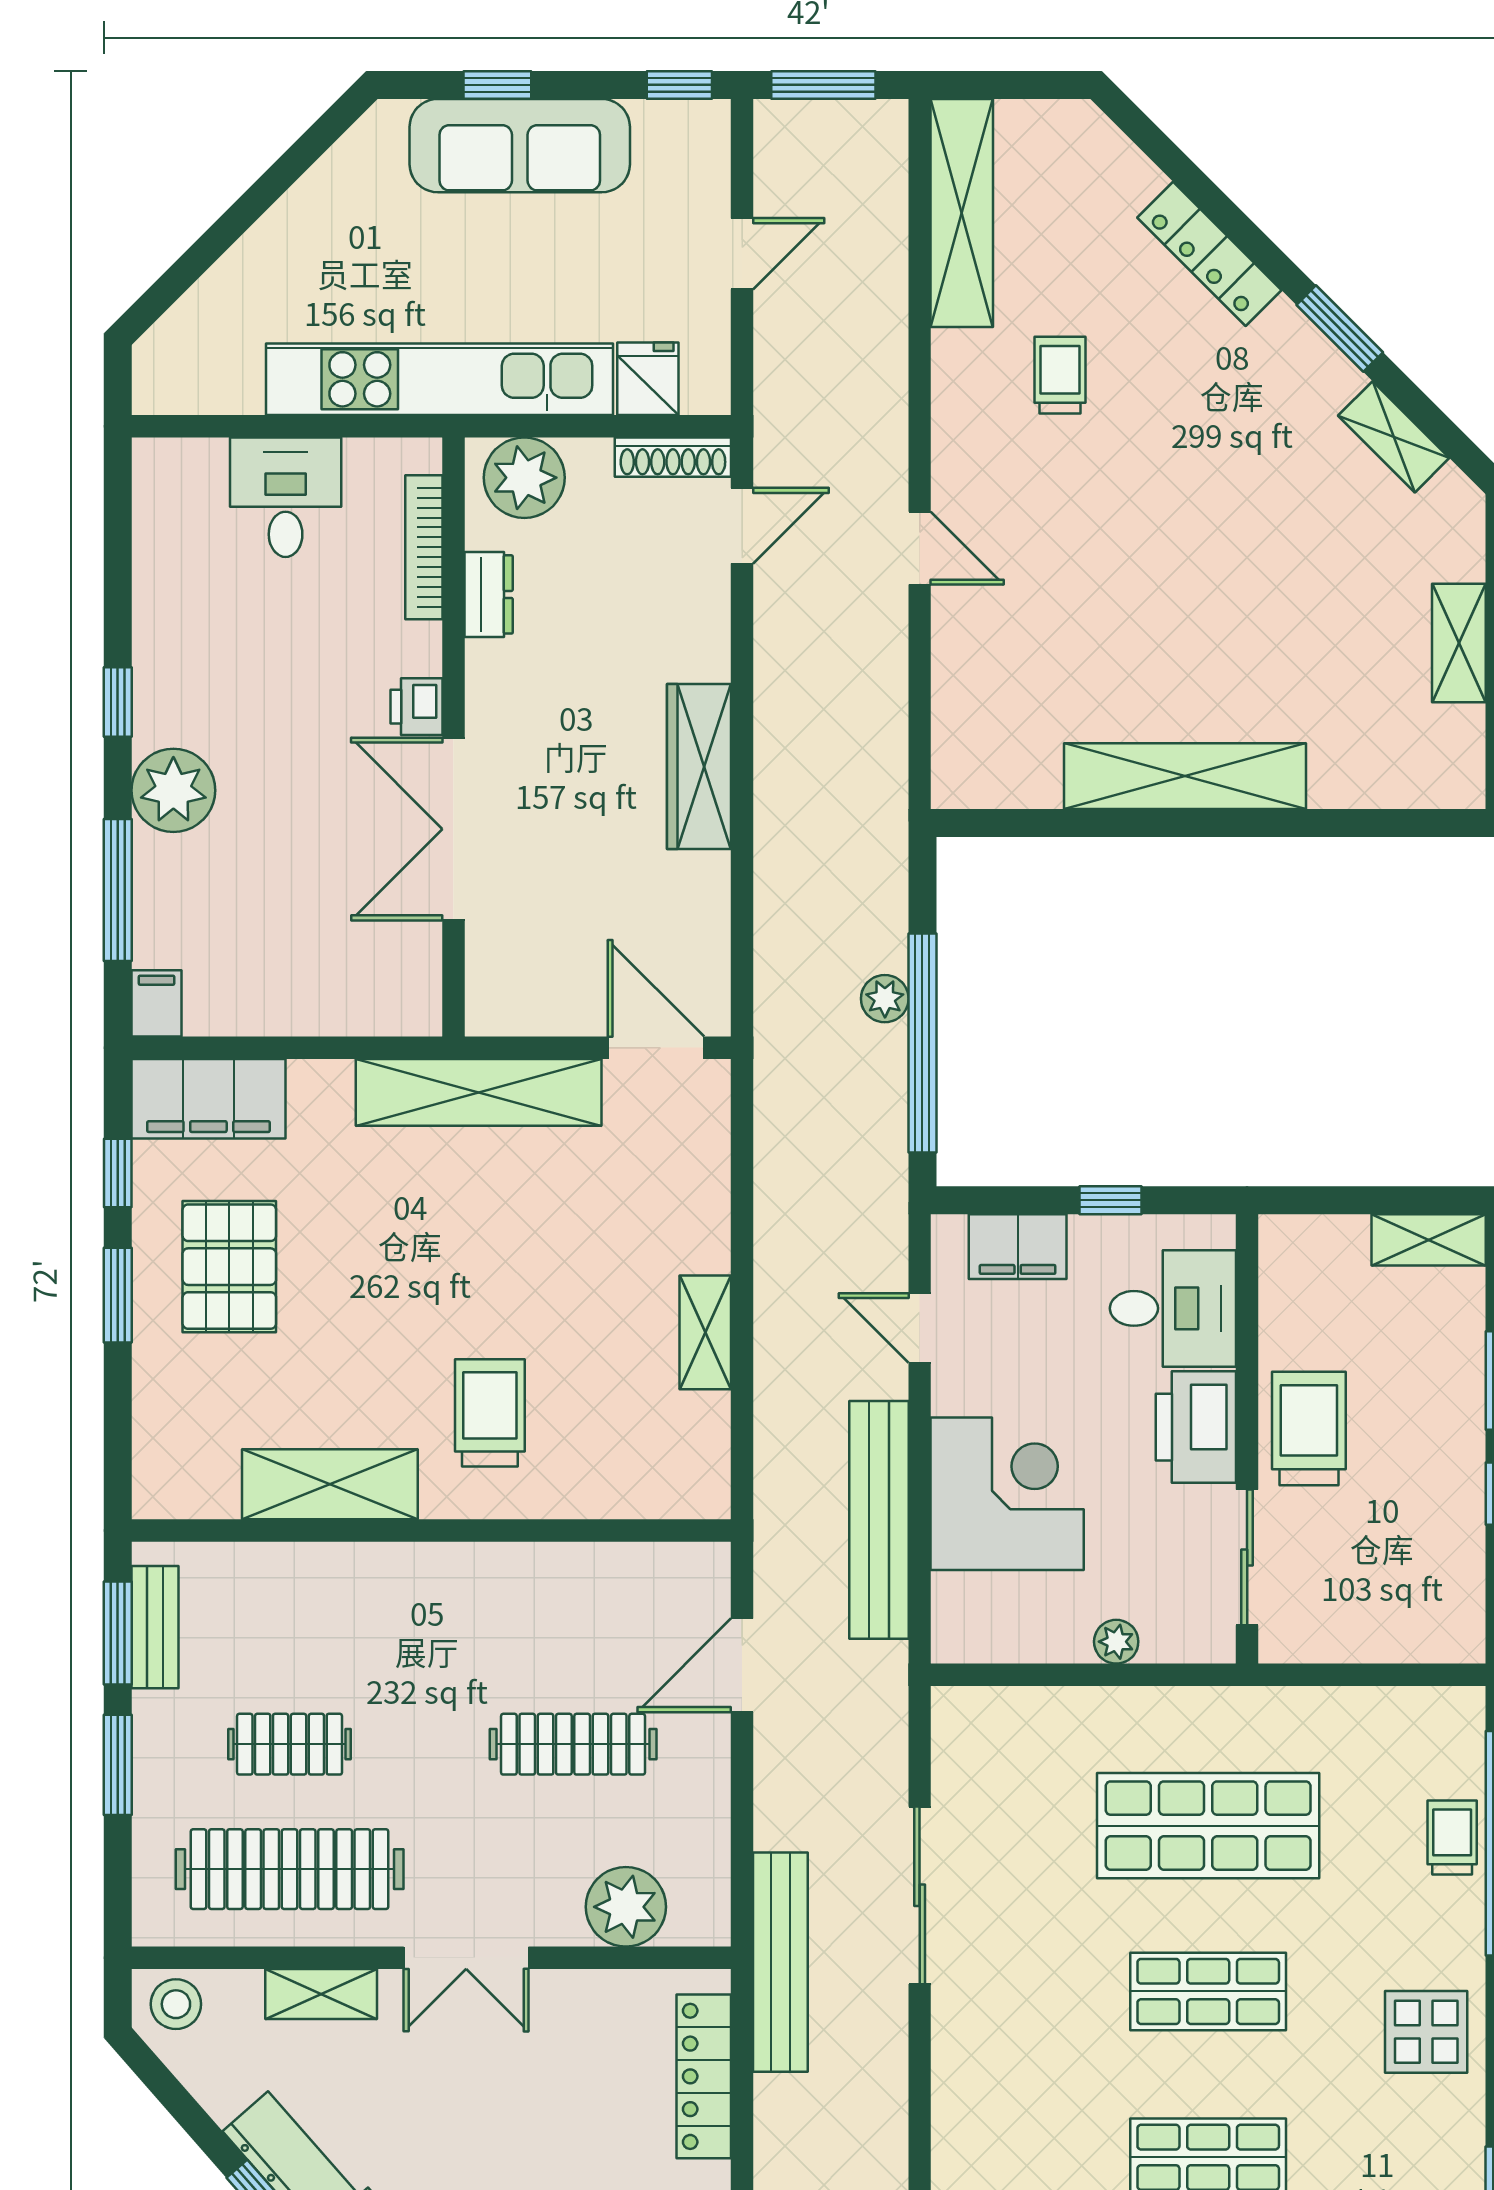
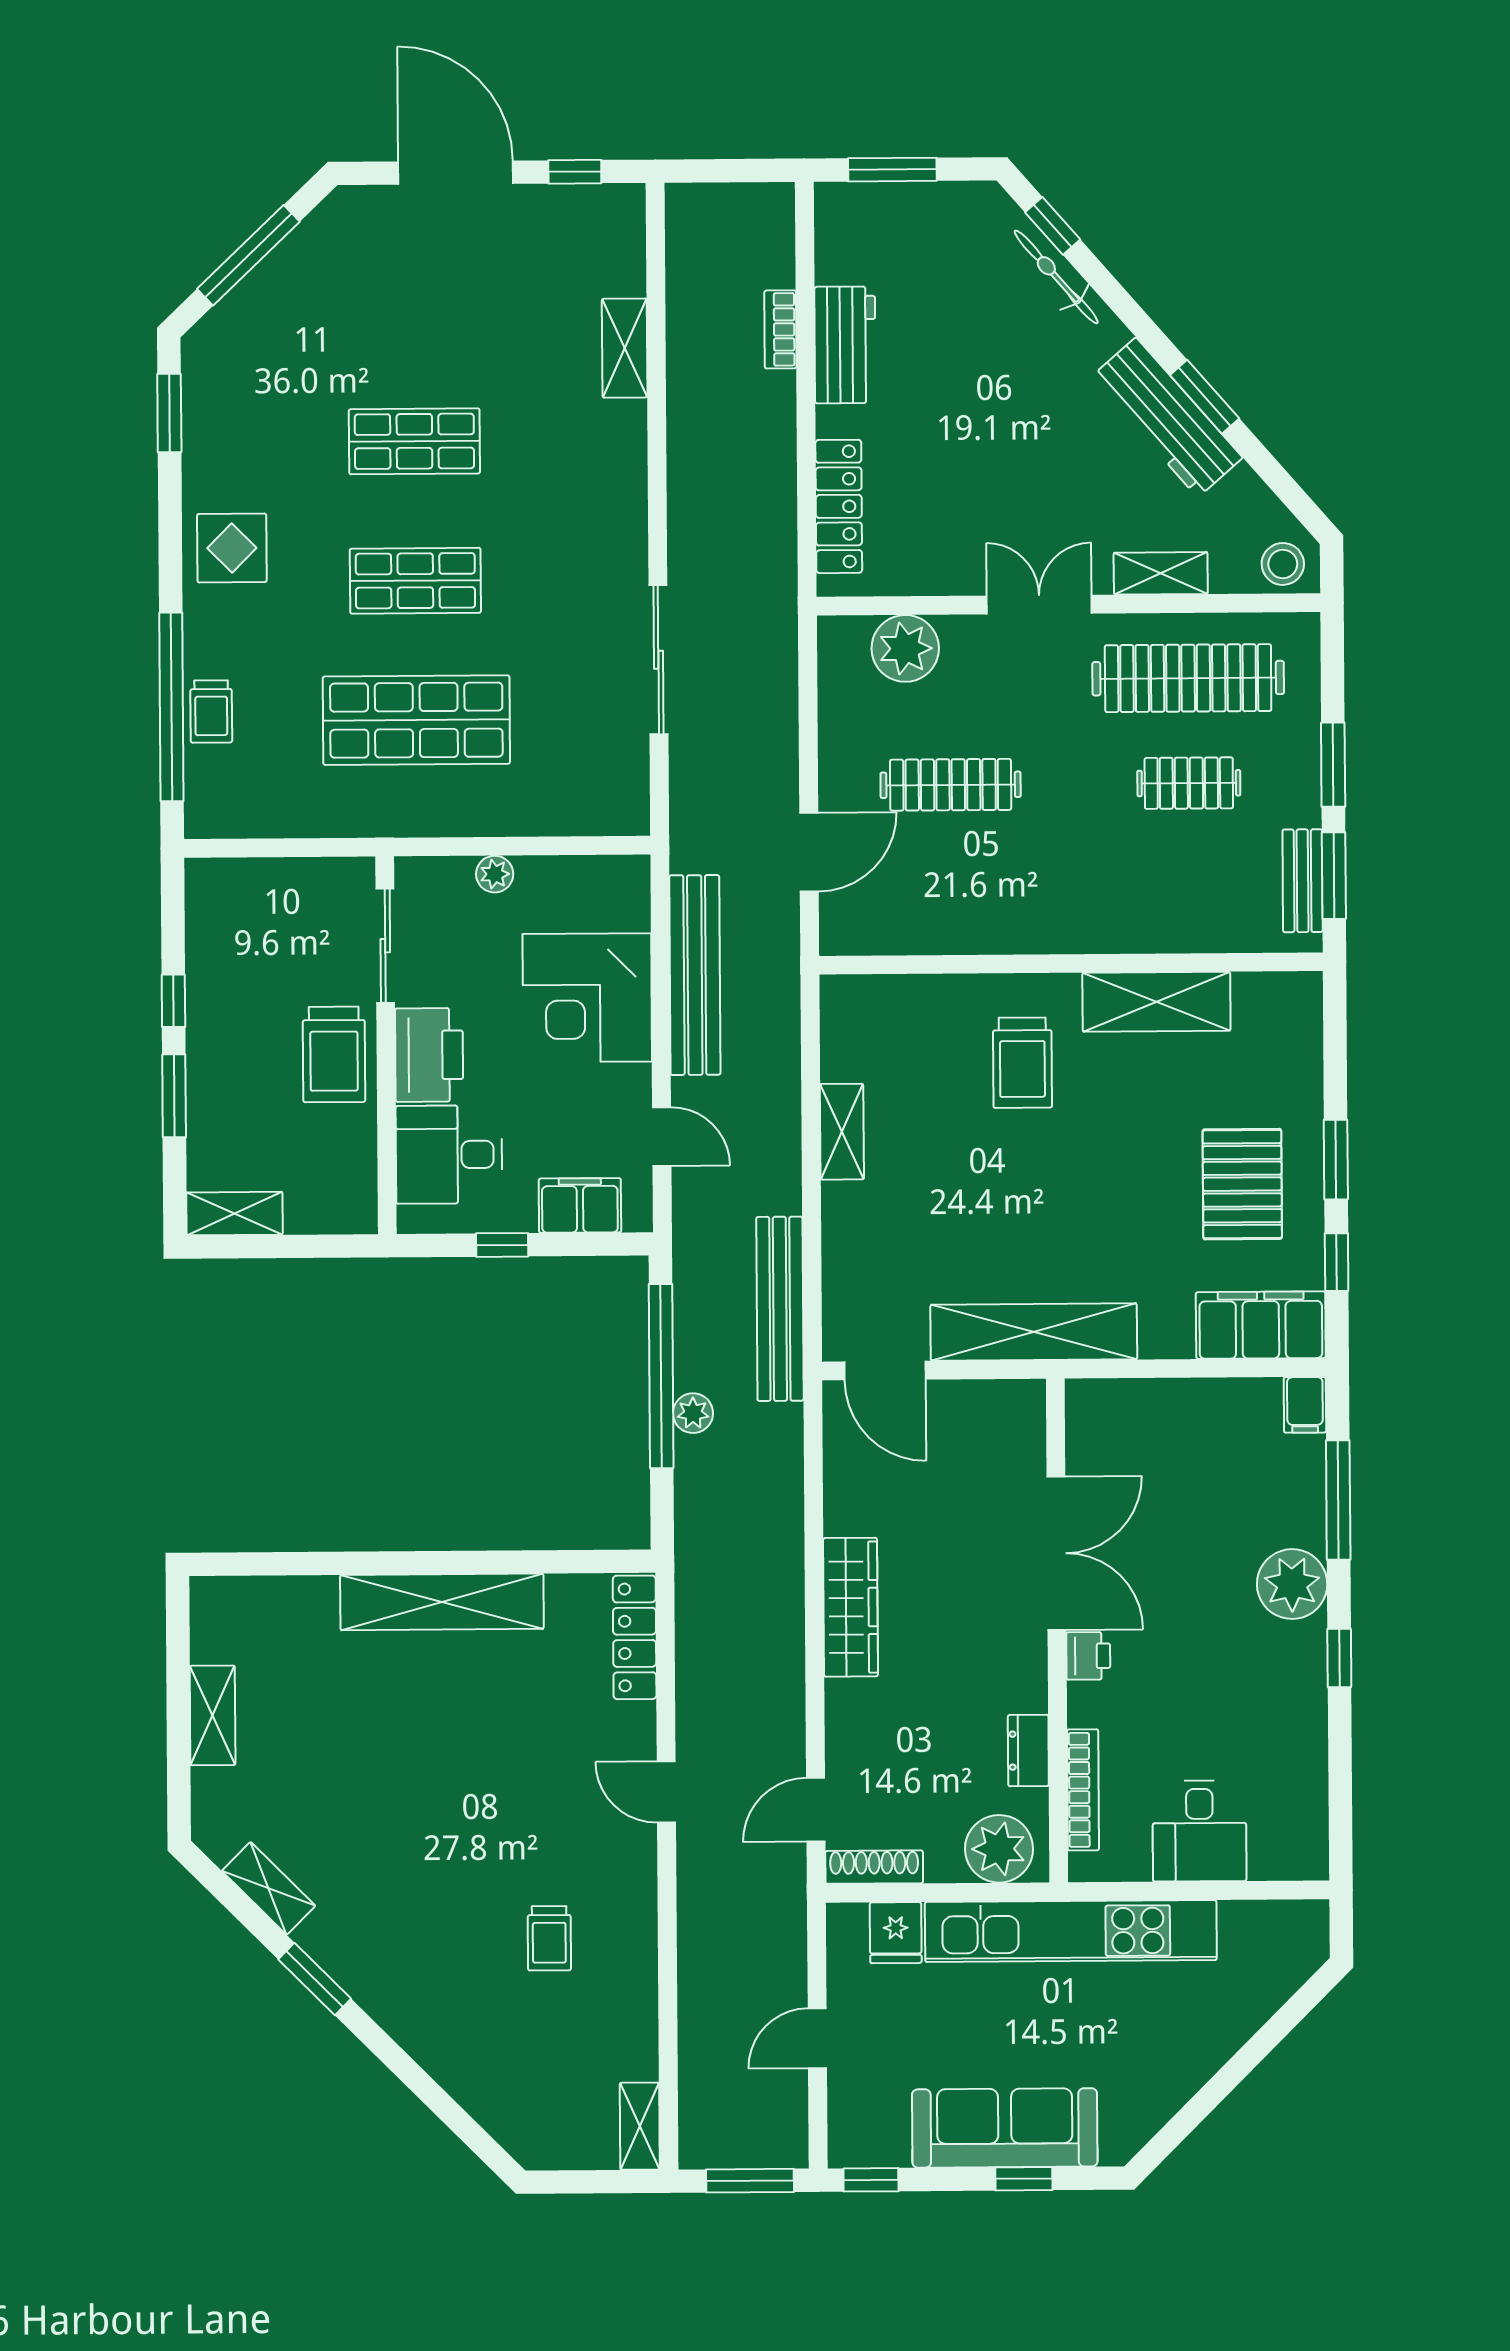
shelving: (962, 213) -> (640, 2126), width x0.45, depth x0.75
locker: (1209, 254) -> (635, 1637), moved, turned -135
bench: (780, 1962) -> (780, 1309), moved

